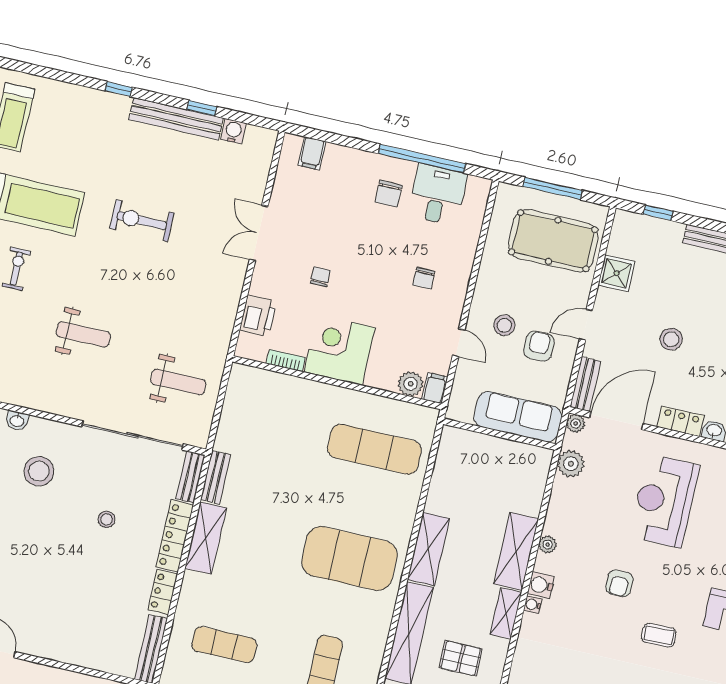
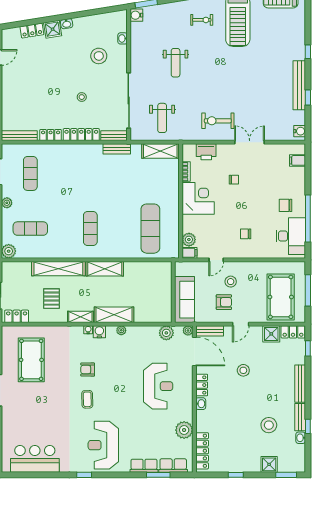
water cooler: (233, 131) -> (300, 131), moved
desk: (437, 195) -> (291, 236), width x1.37
exercise bike: (142, 221) -> (218, 121), moved, turned -90
locker: (622, 233) -> (293, 332), added
door: (586, 325) -> (241, 324), swing flipped
reception desk: (664, 501) -> (158, 386), turned 90
shelving: (206, 538) -> (160, 151), moved
exercise mat: (349, 558) -> (90, 229), width x0.50, depth x0.69
armchair: (619, 583) -> (88, 370), moved

